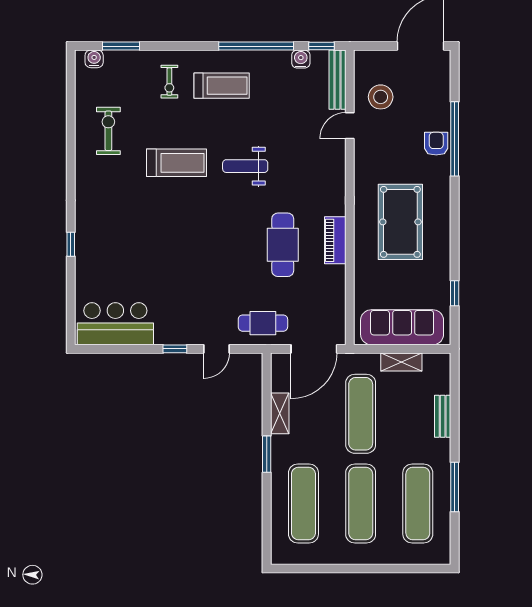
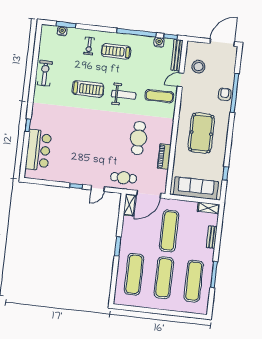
water cooler: (94, 59) -> (62, 31), moved
treadmill: (222, 86) -> (116, 51), turned 180
exercise bike: (108, 131) -> (45, 73), moved
exercise mat: (313, 161) -> (159, 96), added
weight bench: (245, 166) -> (124, 95), turned 180
piano: (335, 240) -> (164, 157), moved
bar counter: (115, 324) -> (38, 150), moved, turned 90
shelving: (401, 362) -> (209, 208), moved
shelving: (280, 413) -> (129, 205), moved

